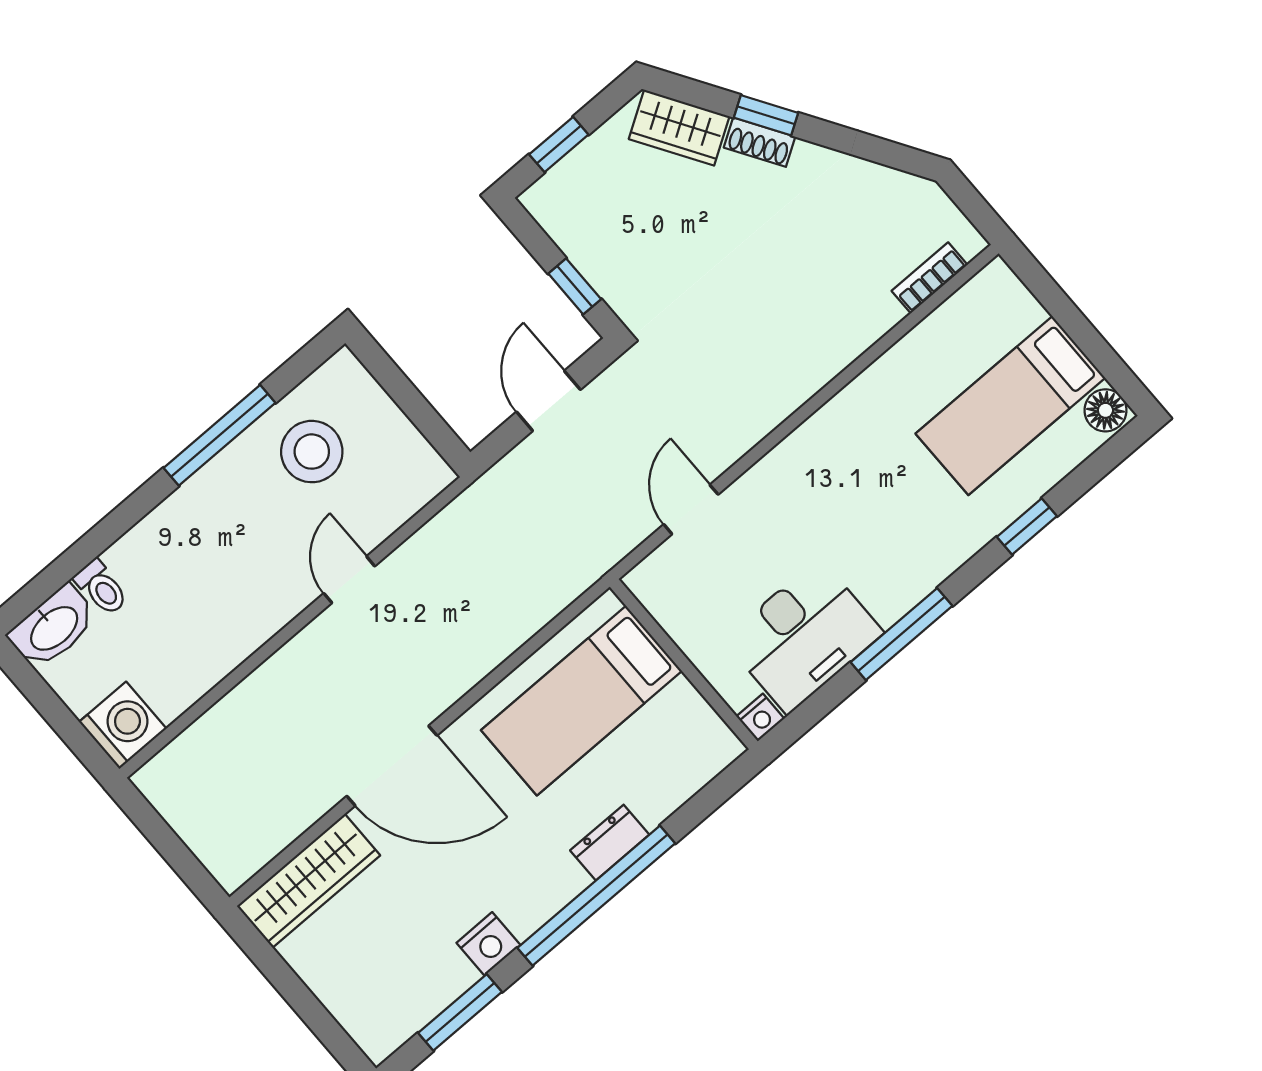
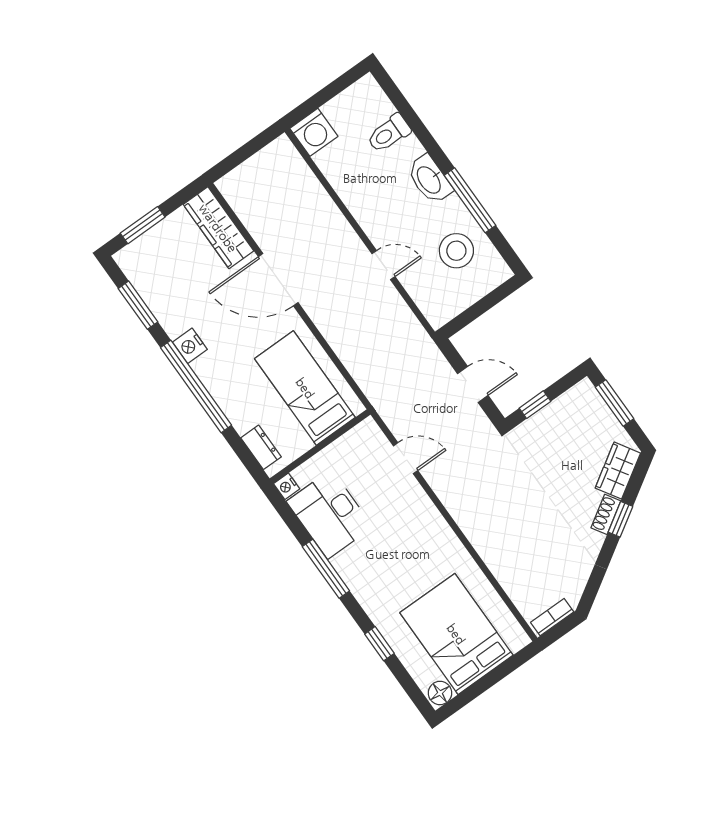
window: (559, 145) -> (614, 403), width x1.50
bookcase: (930, 278) -> (552, 617), moved, turned -90
bed: (1010, 406) -> (456, 634), width x1.50
toilet: (101, 588) -> (389, 133), width x1.37, depth x1.39
washbasin: (53, 627) -> (429, 179), moved
door: (392, 766) -> (278, 280), hinge flipped
dresser: (610, 843) -> (261, 447), moved
nightstand: (488, 944) -> (190, 346), moved
window: (316, 1017) -> (143, 225), added

